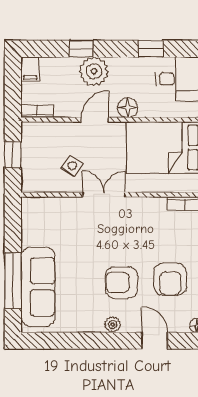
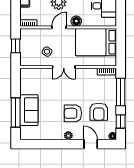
double door: (104, 195) -> (64, 67), swing flipped
sofa: (38, 287) -> (29, 110), width x0.73

